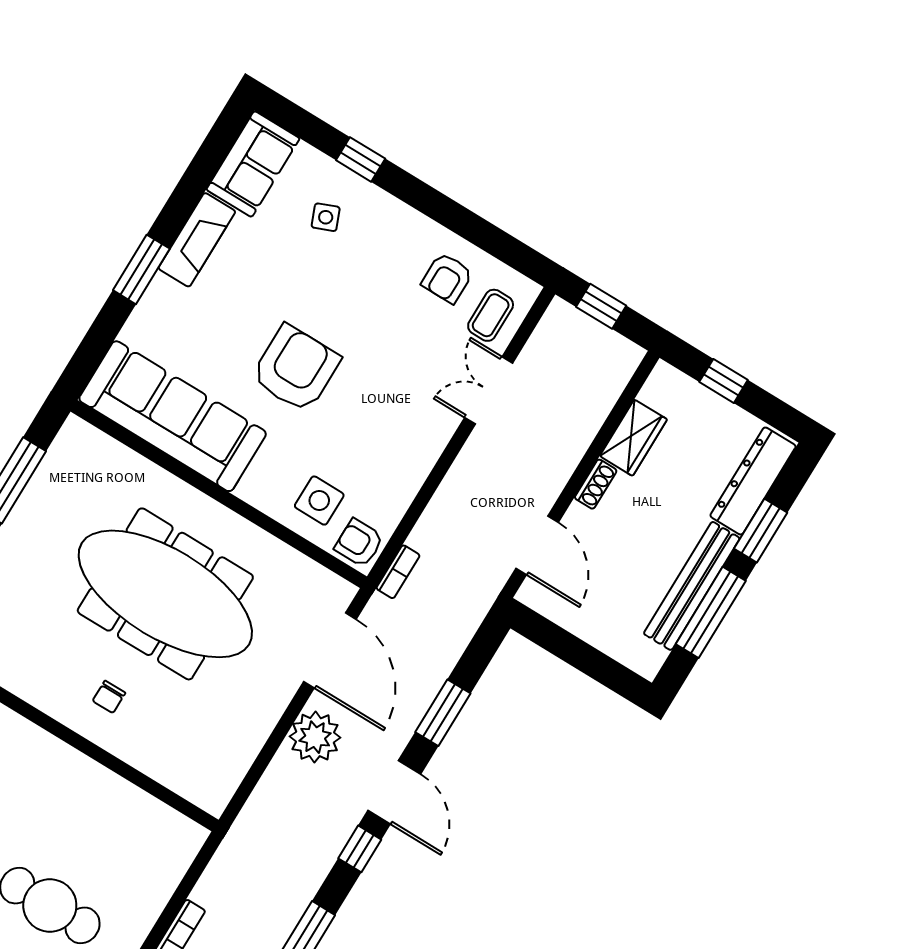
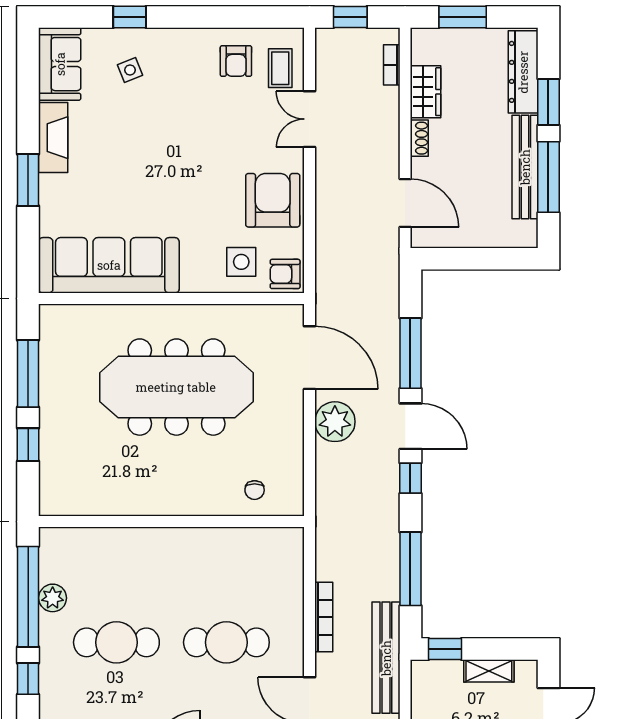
armchair: (296, 369) -> (273, 200), moved
window: (724, 381) -> (463, 17), width x1.50
bookcase: (398, 572) -> (392, 65), moved, turned 180
chair: (109, 697) -> (255, 490), moved
window: (443, 713) -> (410, 353), width x1.44

